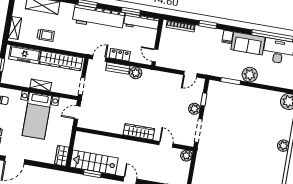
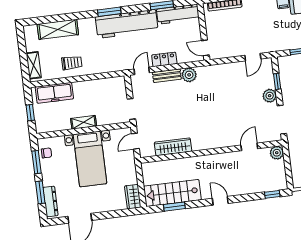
wardrobe: (61, 61) -> (98, 87), removed
wardrobe: (139, 132) -> (173, 147), moved
door: (166, 144) -> (249, 147), hinge flipped

